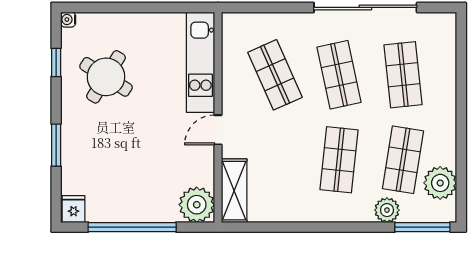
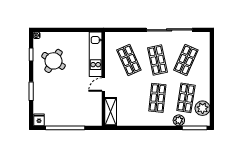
shop shelf: (403, 75) -> (186, 60), turned 30
plant: (197, 205) -> (94, 118), removed

